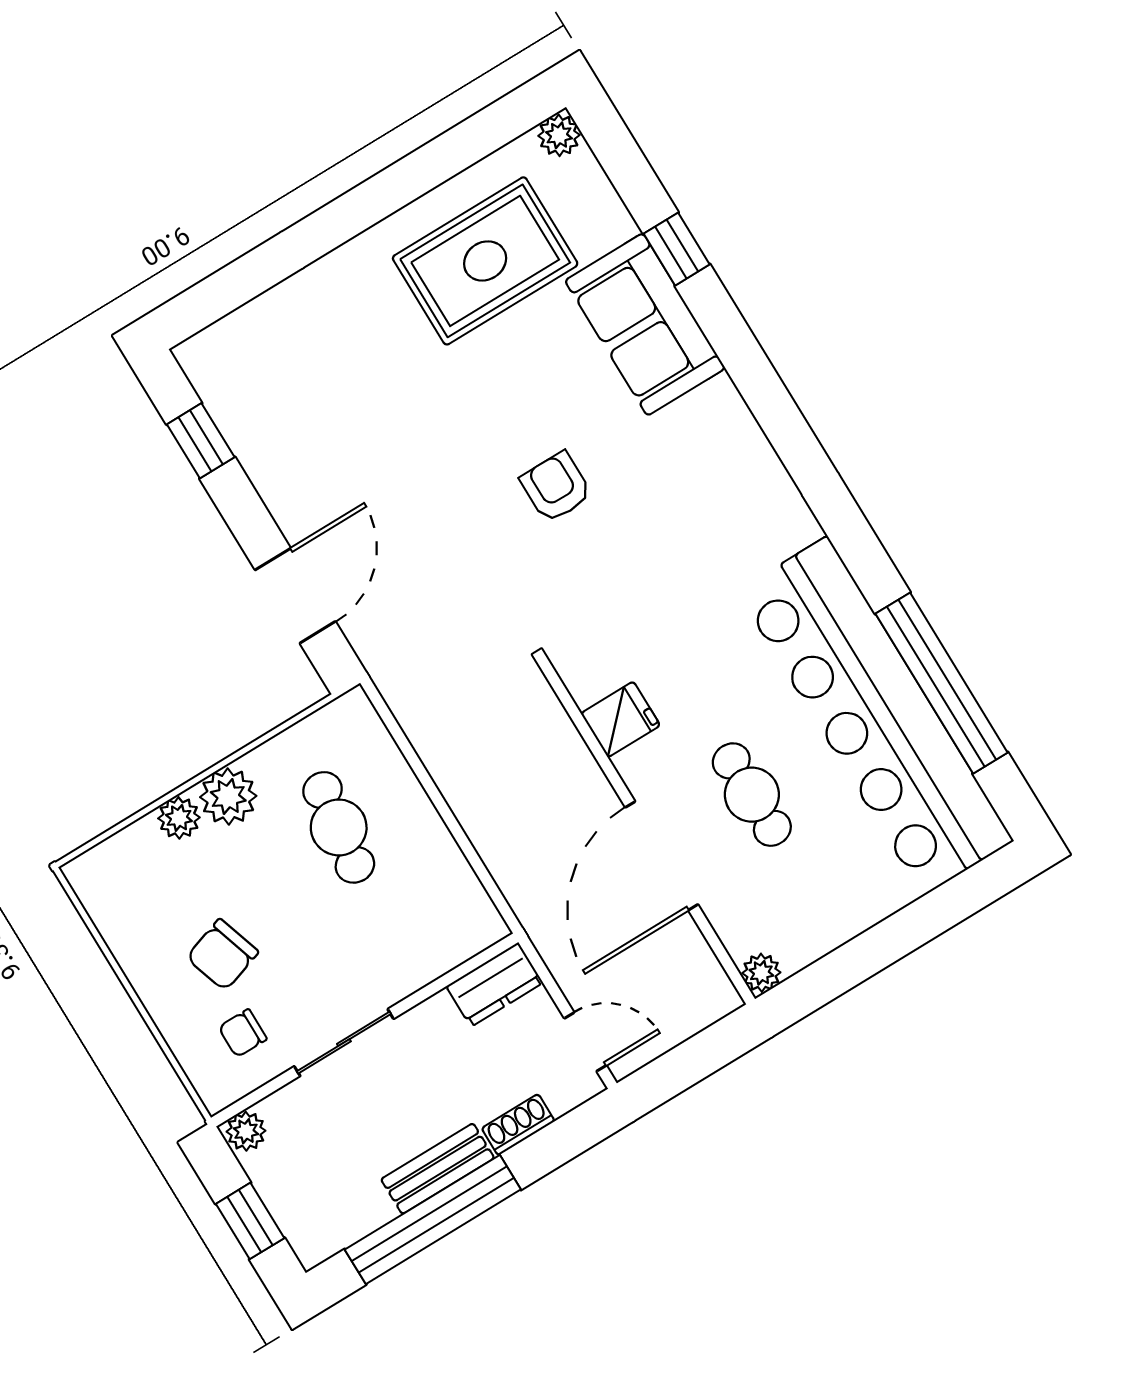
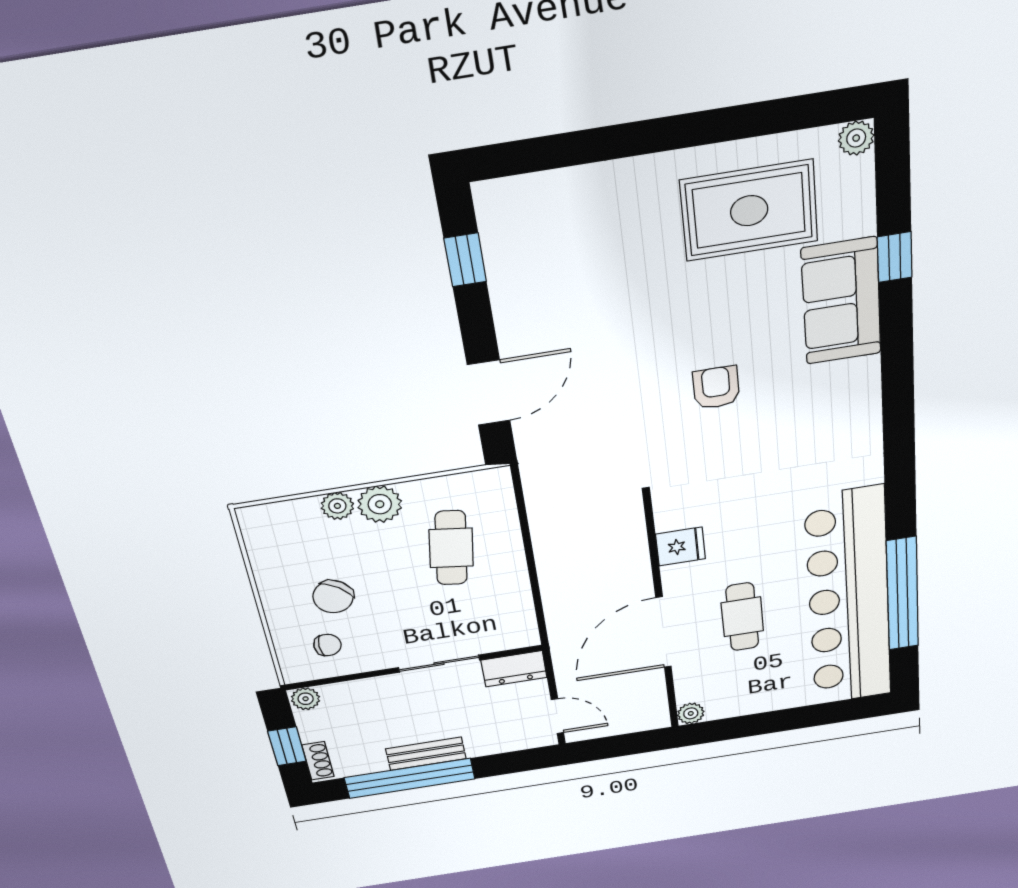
chair: (222, 955) -> (333, 597), turned -34
chair: (243, 1033) -> (327, 645), turned 180
sliding door: (344, 1043) -> (439, 664), moved
shoe rack: (518, 1125) -> (318, 761), moved, turned 90

